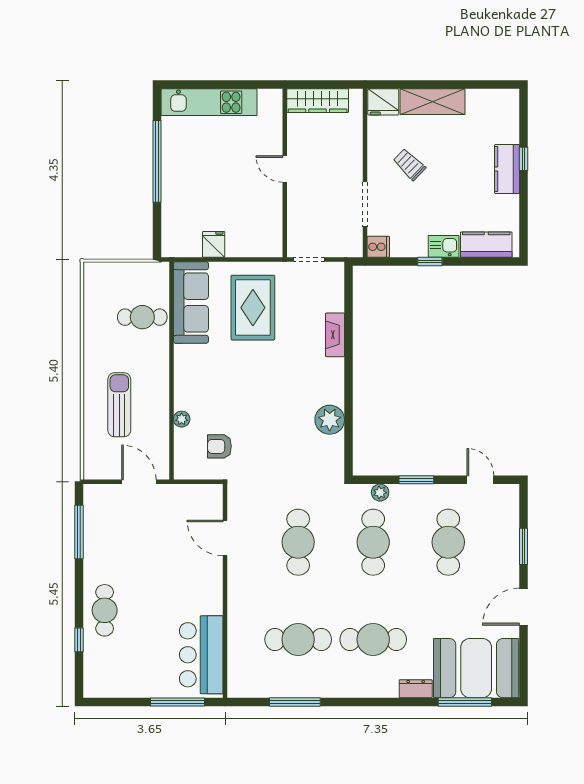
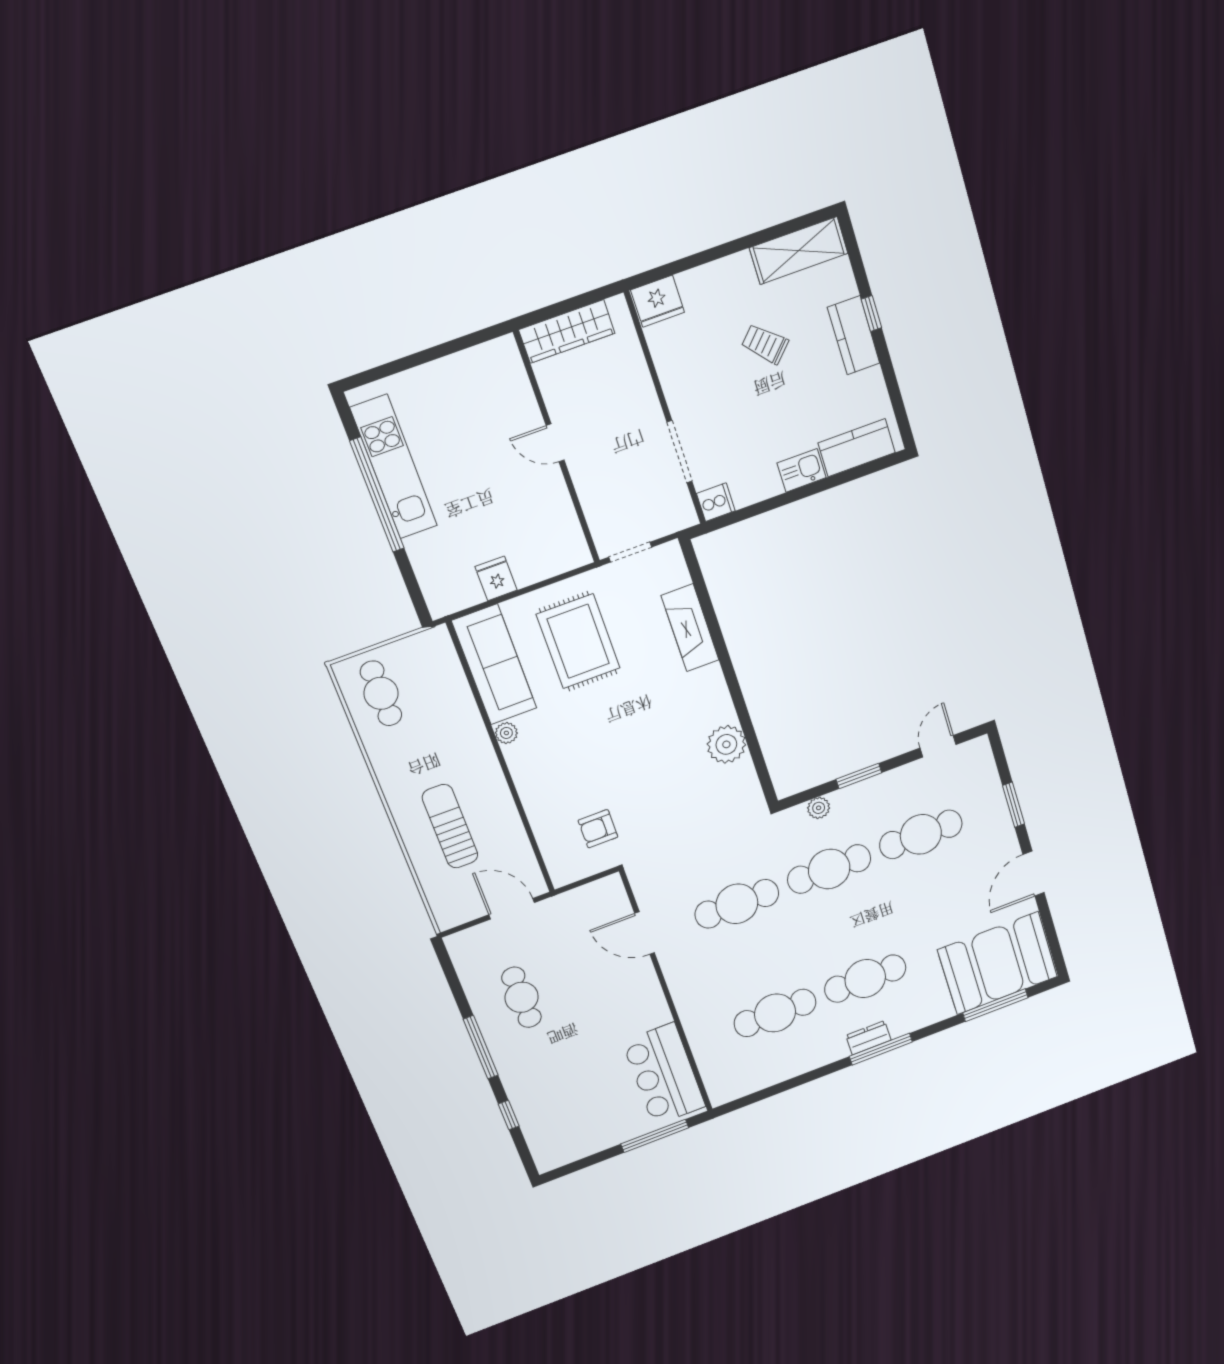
kitchen unit: (209, 102) -> (394, 467), moved, turned -90
shelving: (433, 102) -> (799, 251), moved
trolley: (409, 164) -> (765, 344), moved
window: (430, 262) -> (790, 497), removed
cafe table: (142, 317) -> (381, 693), moved, turned 90
fireplace: (335, 335) -> (690, 628), width x1.37, depth x1.32
plant: (182, 419) -> (506, 733), moved
door: (480, 480) -> (938, 746), hinge flipped
window: (79, 532) -> (481, 1047), moved
cafe table: (298, 542) -> (737, 904), turned 90
cafe table: (373, 542) -> (829, 869), turned 90
cafe table: (448, 542) -> (921, 834), turned 90
cafe table: (105, 610) -> (522, 997), moved
dresser: (416, 689) -> (868, 1038), moved
window: (295, 702) -> (881, 1049), moved

